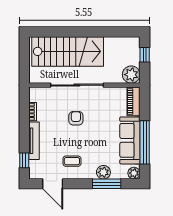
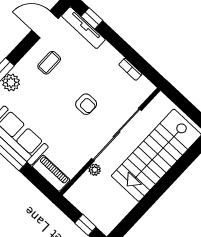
plant: (131, 75) -> (95, 170), moved, width x0.53, depth x0.53
tv unit: (34, 141) -> (83, 28), moved

